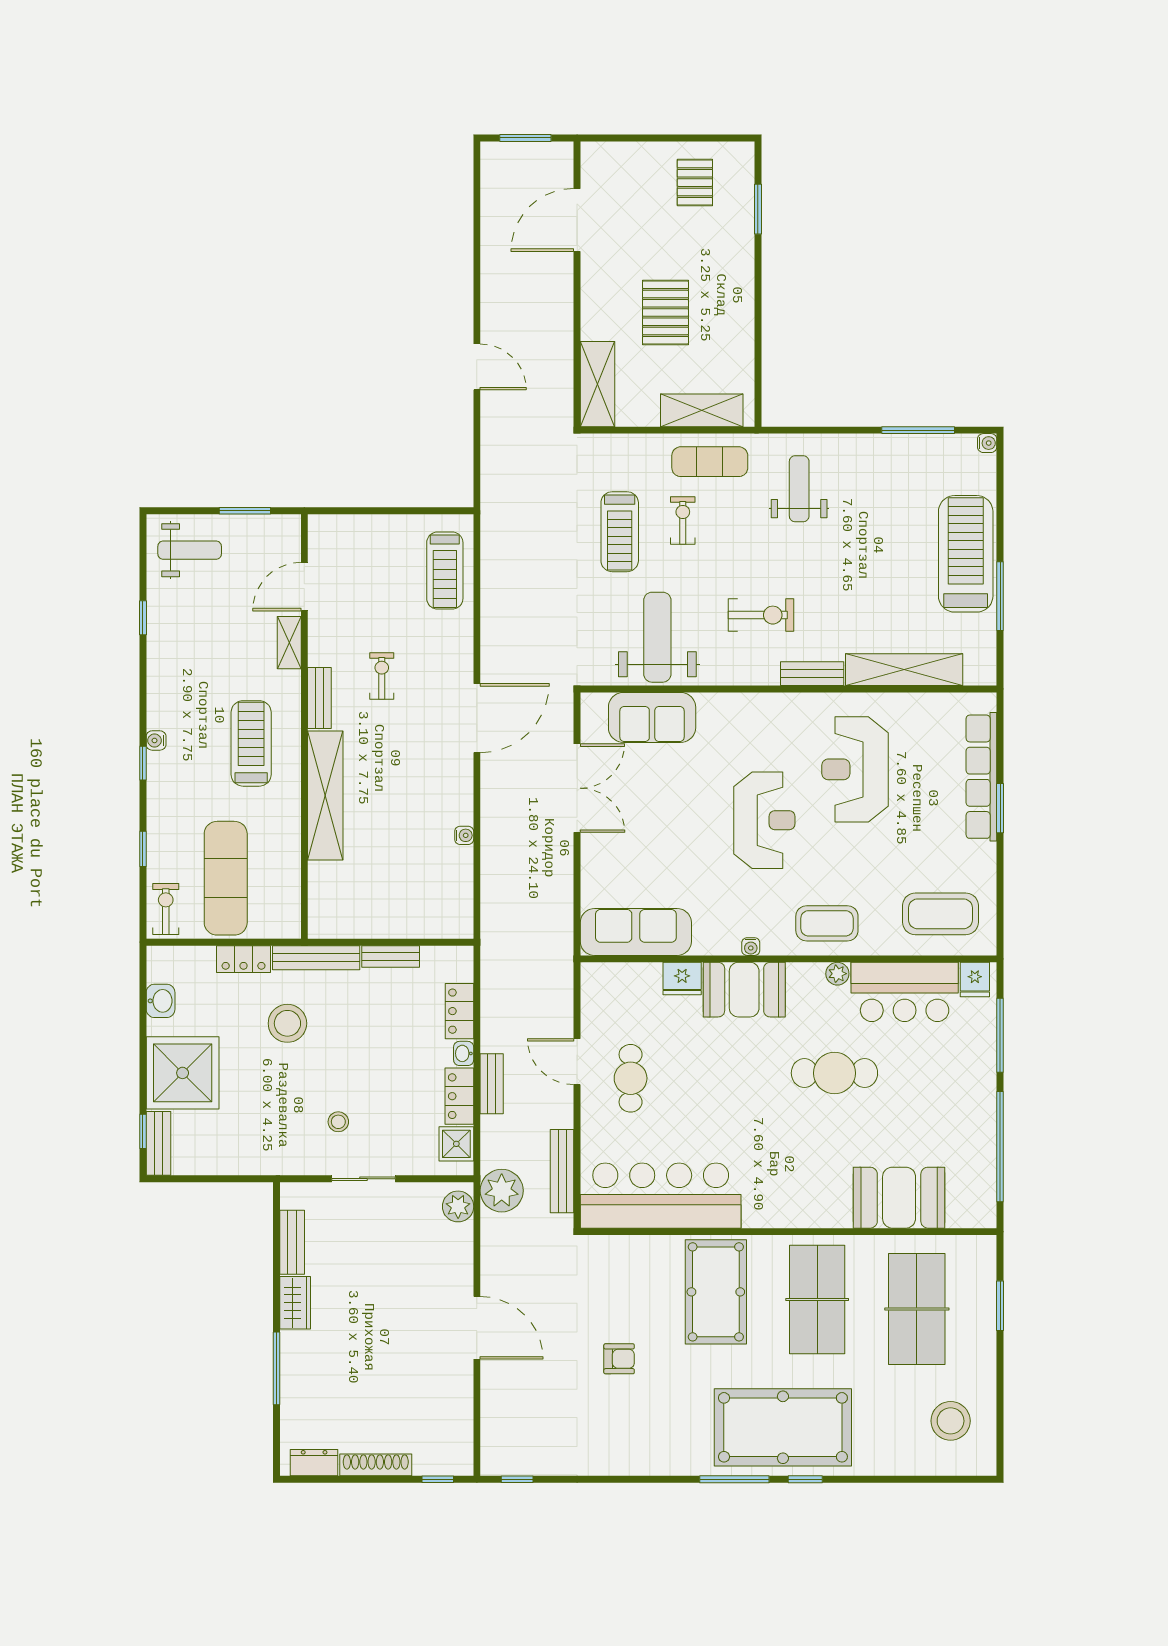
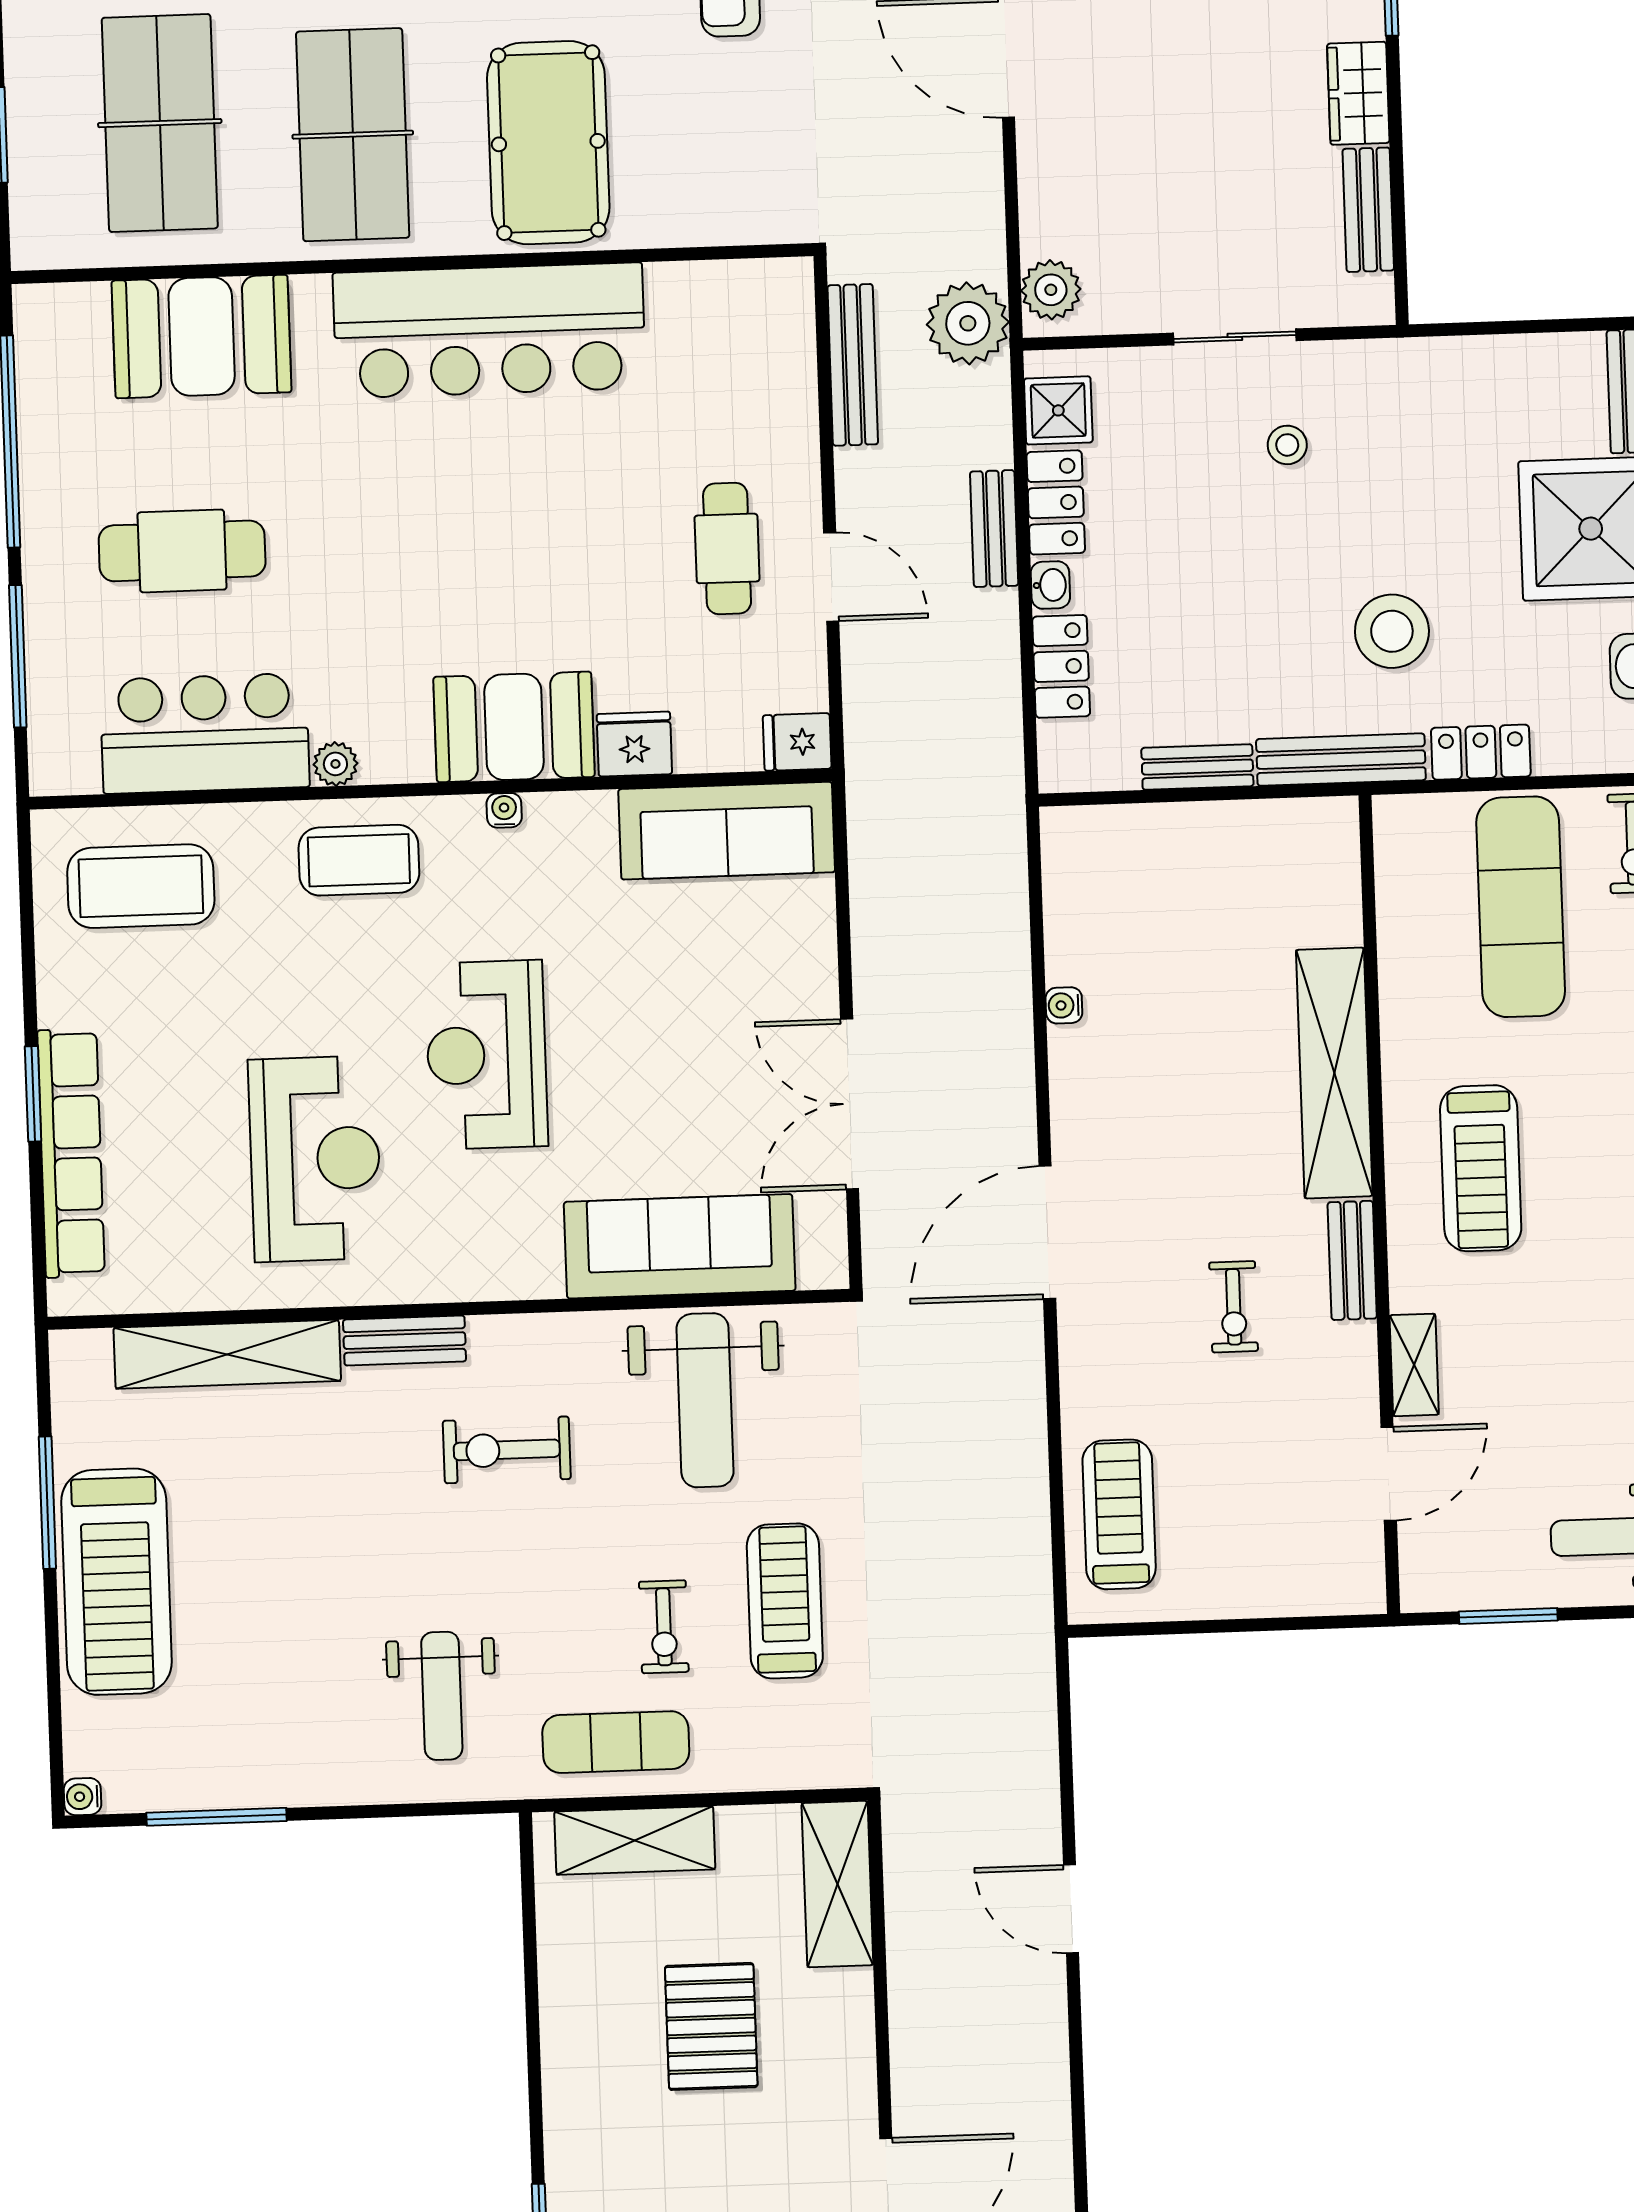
sofa: (652, 717) -> (680, 1246), width x1.36
fridge: (975, 979) -> (797, 742), moved, turned -90
cafe table: (834, 1073) -> (182, 551), moved
bar counter: (661, 1196) -> (489, 330), moved

